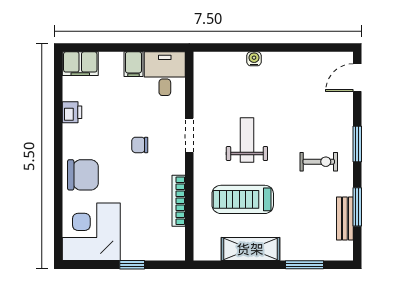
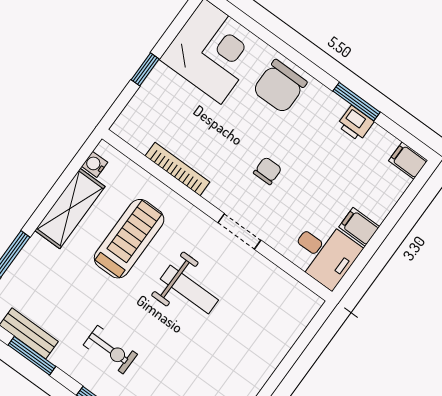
water cooler: (254, 59) -> (95, 164), moved, turned 180
filing cabinet: (80, 64) -> (408, 161), width x0.50
window: (58, 121) -> (356, 102), added
exercise bike: (319, 162) -> (110, 350), turned -90

